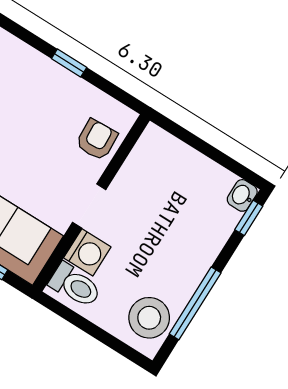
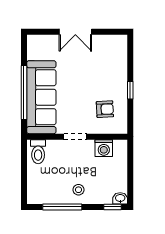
armchair: (97, 140) -> (105, 109), moved
washing machine: (87, 252) -> (104, 148), moved
stool: (149, 318) -> (78, 190), moved, width x0.53, depth x0.53

